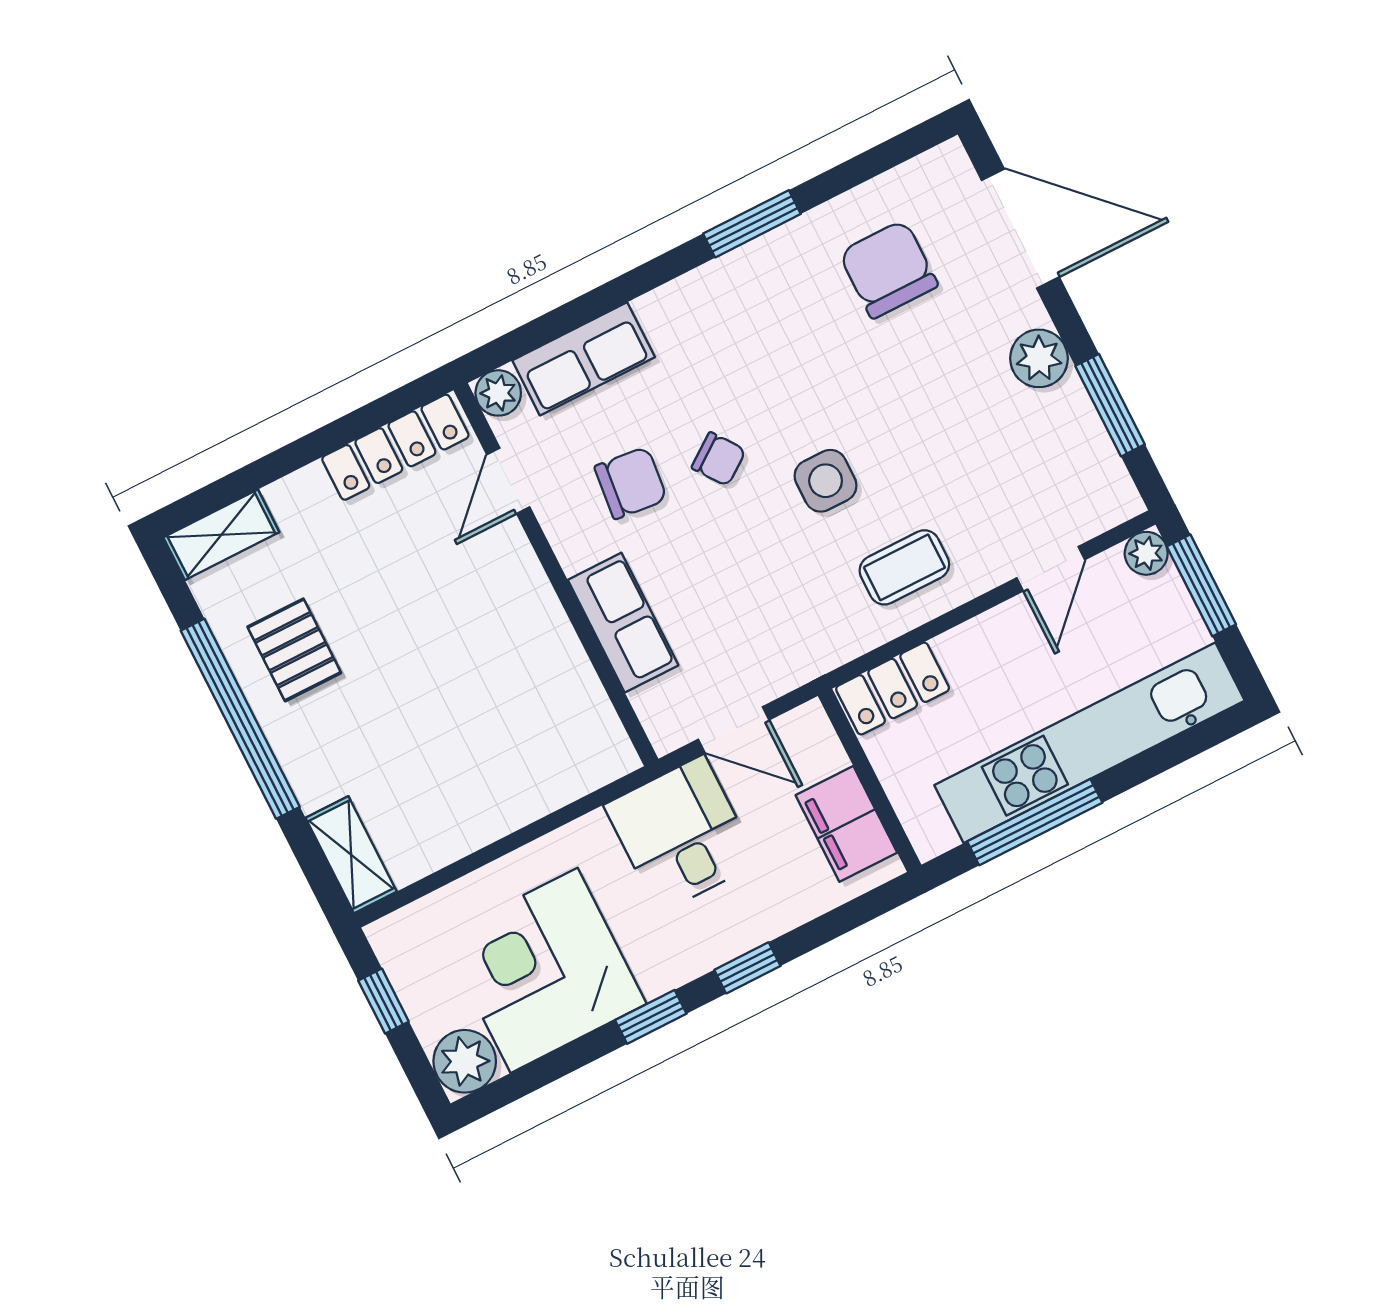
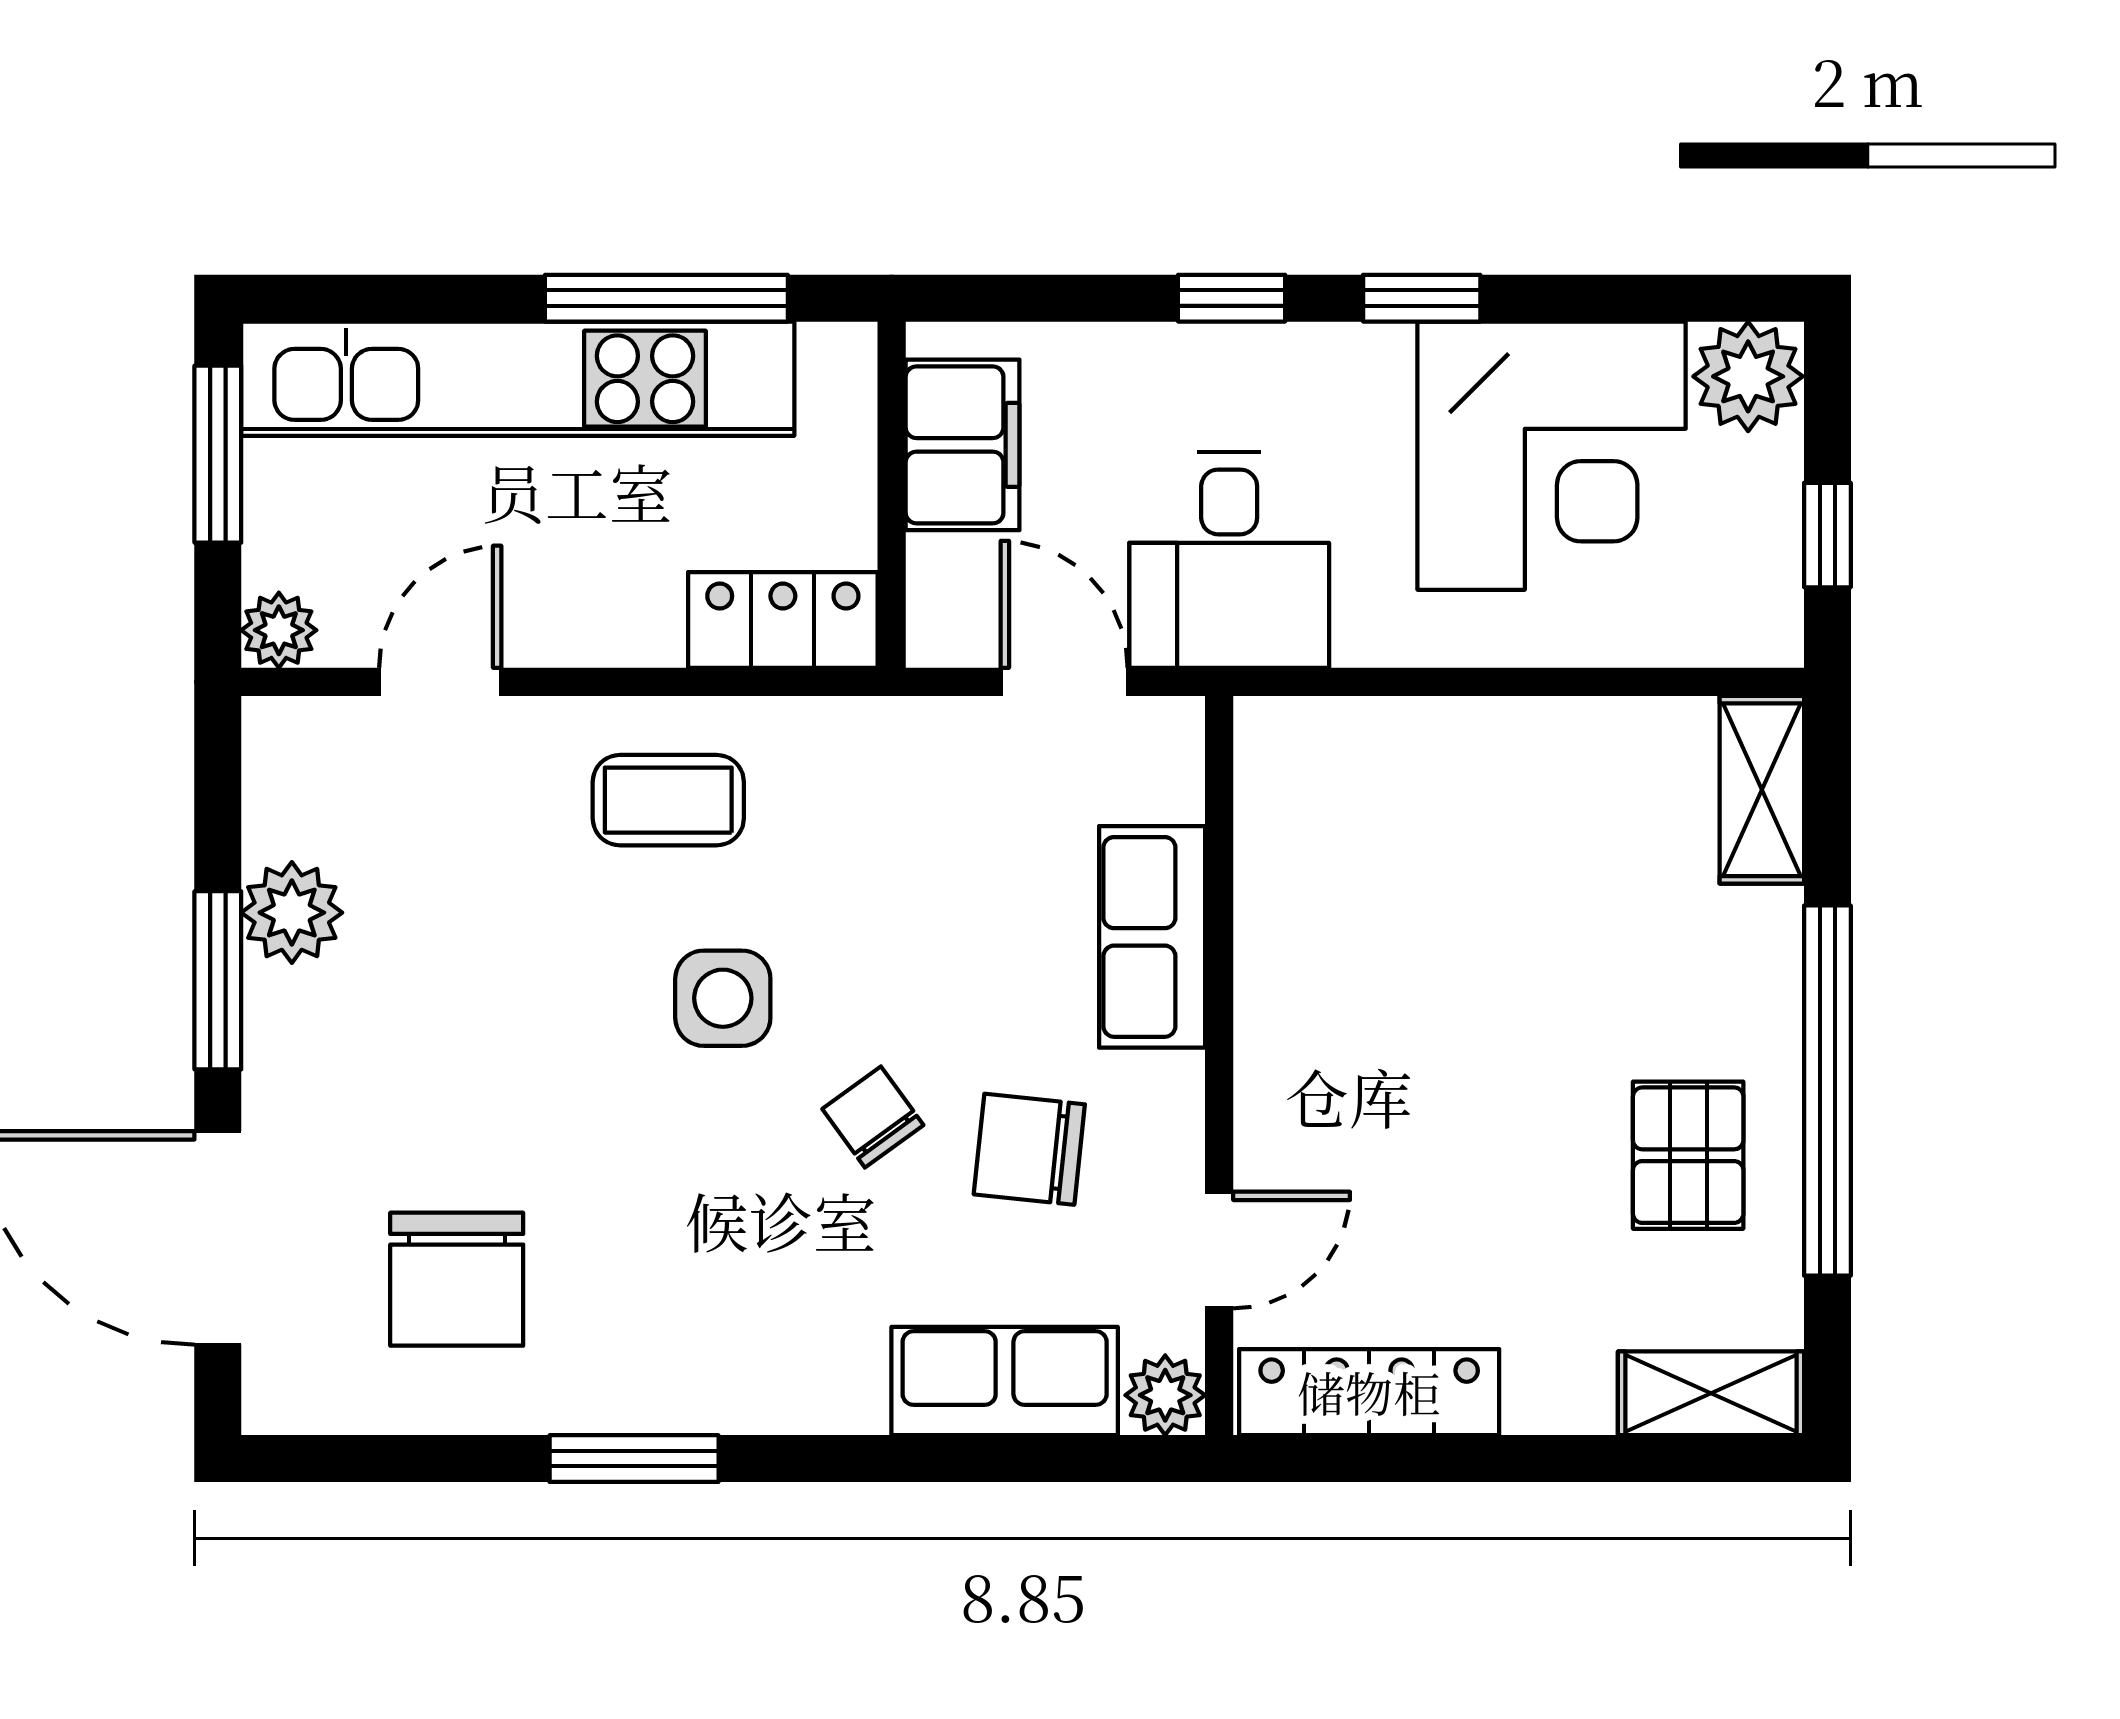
plant: (1039, 358) -> (292, 913), moved
window: (1110, 405) -> (218, 980), moved
window: (1201, 585) -> (218, 454), moved

